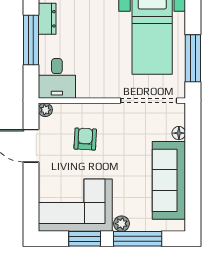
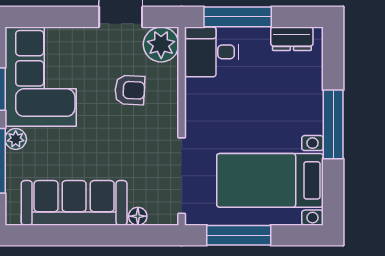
window: (31, 40) -> (238, 17), moved
plant: (45, 110) -> (161, 44), width x1.88, depth x1.88

